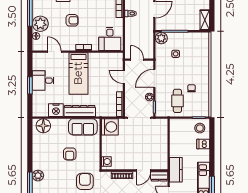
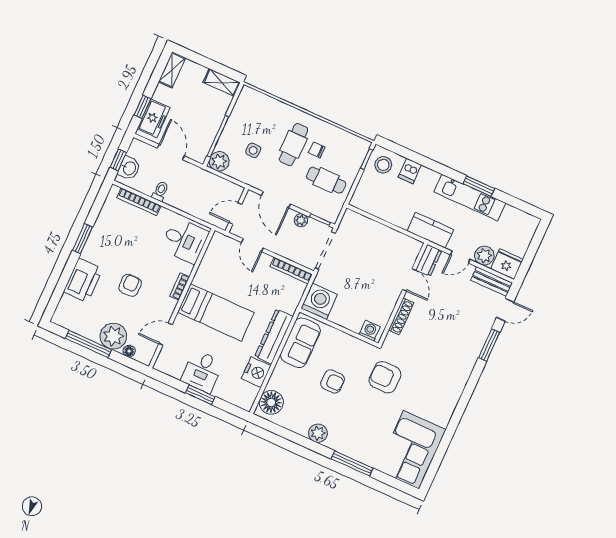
cafe table: (189, 74) -> (294, 144), added
door: (124, 77) -> (252, 245), hinge flipped
plant: (38, 176) -> (318, 433), moved

